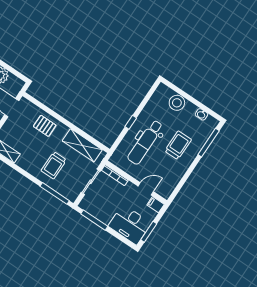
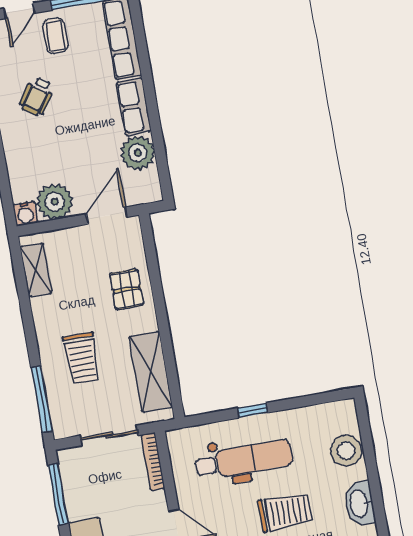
washbasin: (201, 114) -> (360, 504), width x1.91, depth x1.45
dental chair: (145, 142) -> (244, 460), turned 180
trolley: (54, 165) -> (82, 358), turned -90

